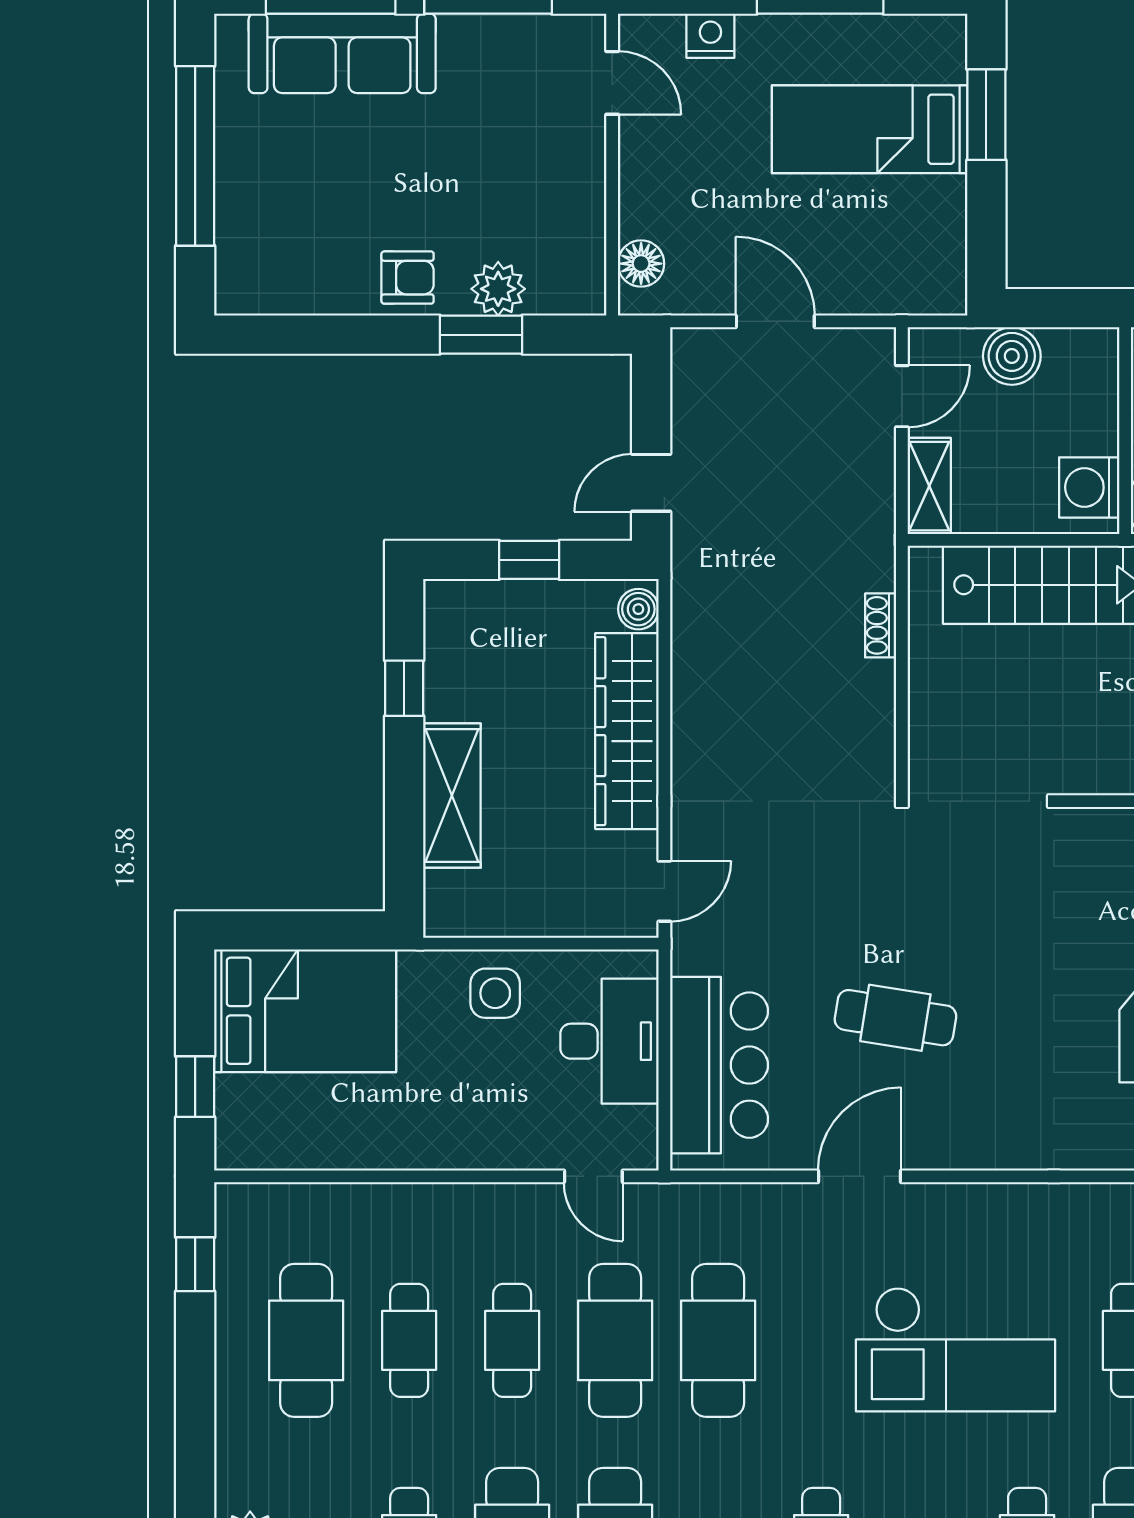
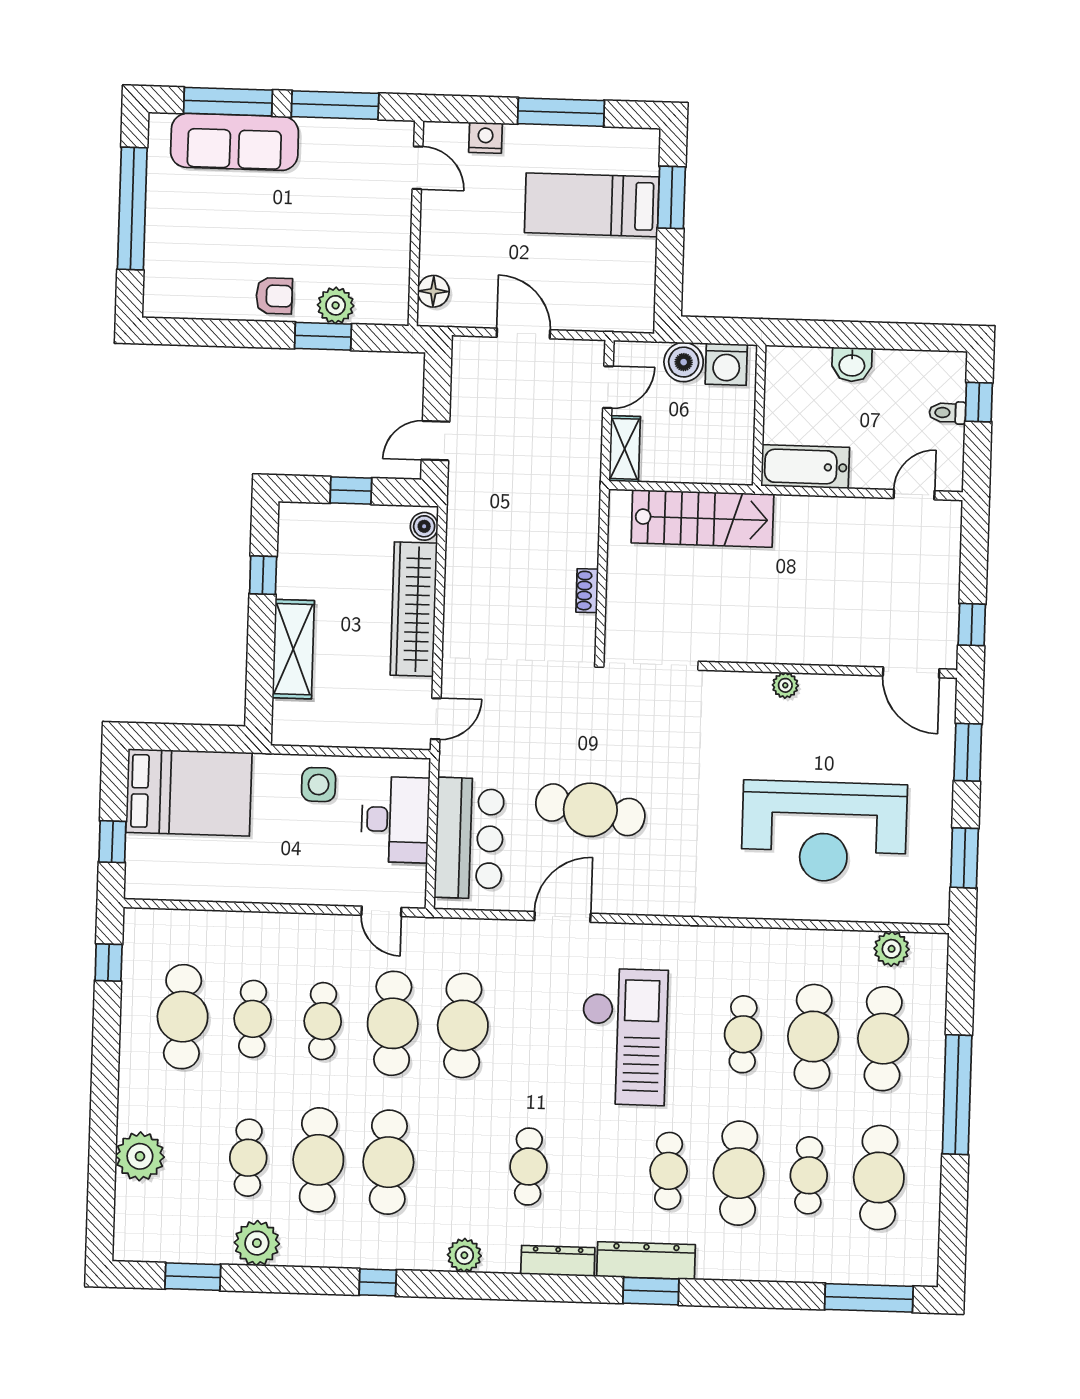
washing machine: (1089, 487) -> (726, 364), moved, turned -90
shoe rack: (881, 625) -> (587, 591), moved
cafe table: (895, 1018) -> (590, 810), width x1.37, depth x1.35
checkout: (956, 1349) -> (624, 1037), turned -90

